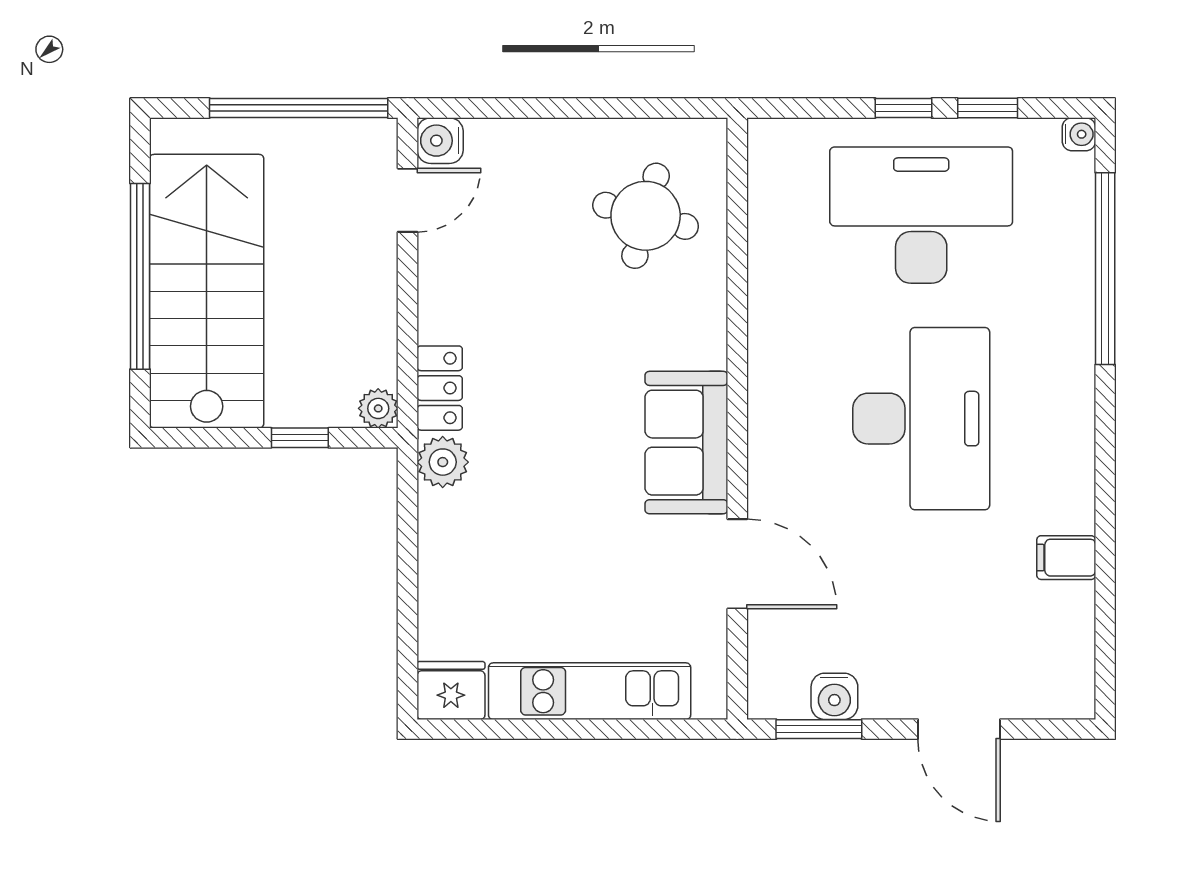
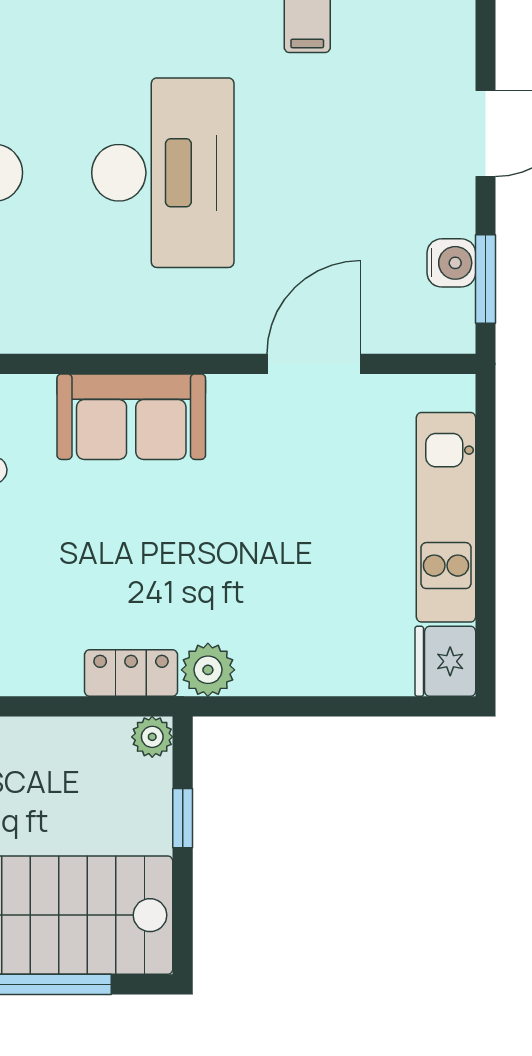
desk: (921, 419) -> (163, 173), turned 90
sofa: (686, 443) -> (131, 417), moved

